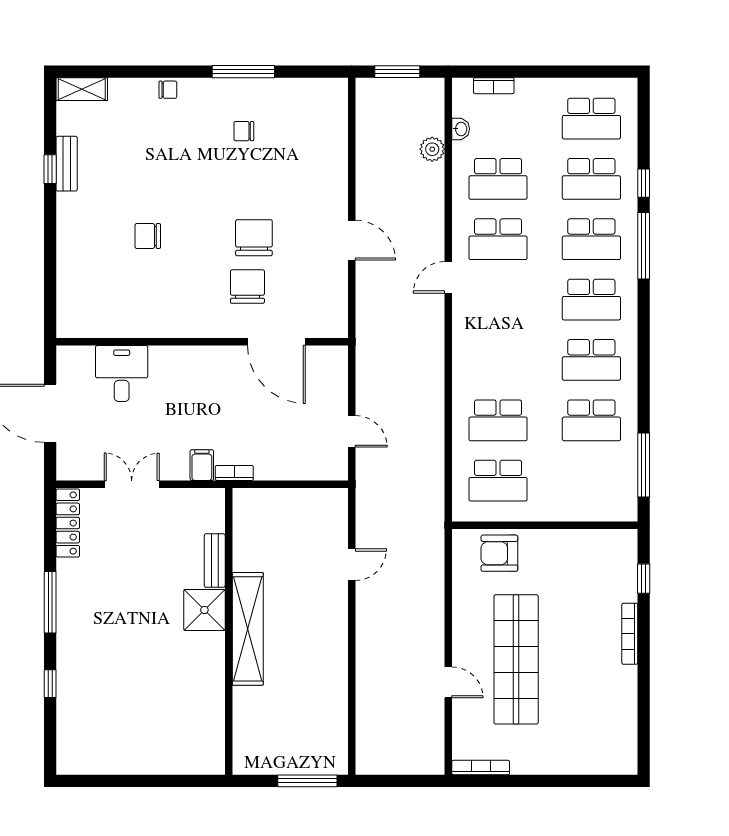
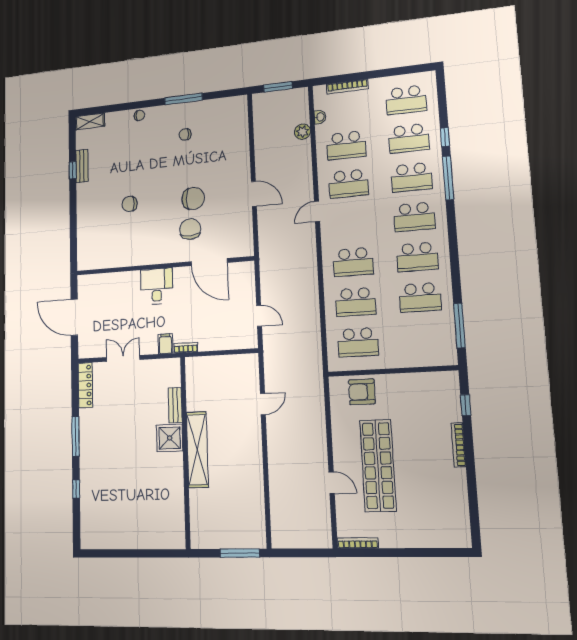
bookcase: (494, 86) -> (347, 87), width x1.56
chair: (254, 238) -> (193, 199), turned 90
school desk: (498, 360) -> (353, 262), added
desk: (122, 373) -> (157, 286), moved

